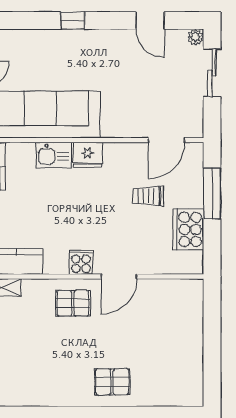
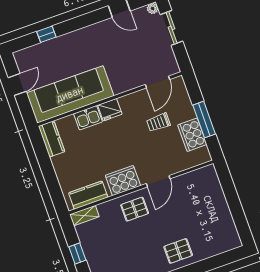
window: (73, 21) -> (46, 34), moved
window: (212, 193) -> (204, 120), moved
cooker: (81, 262) -> (123, 181), width x1.87, depth x1.31

